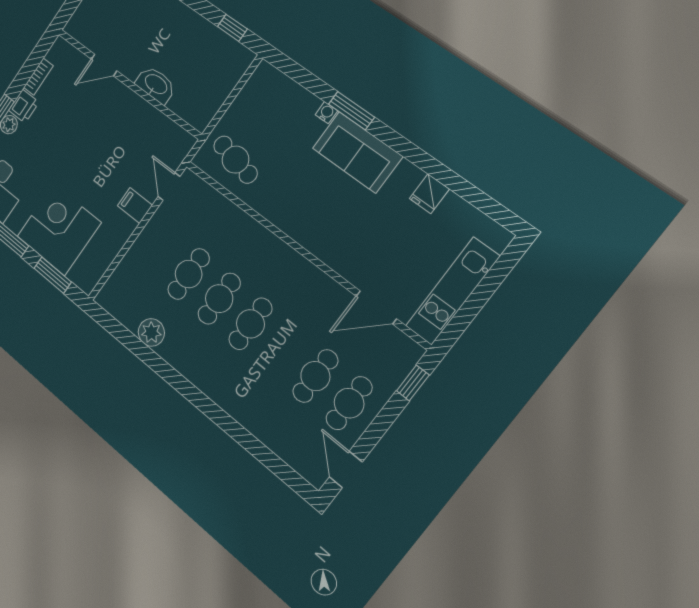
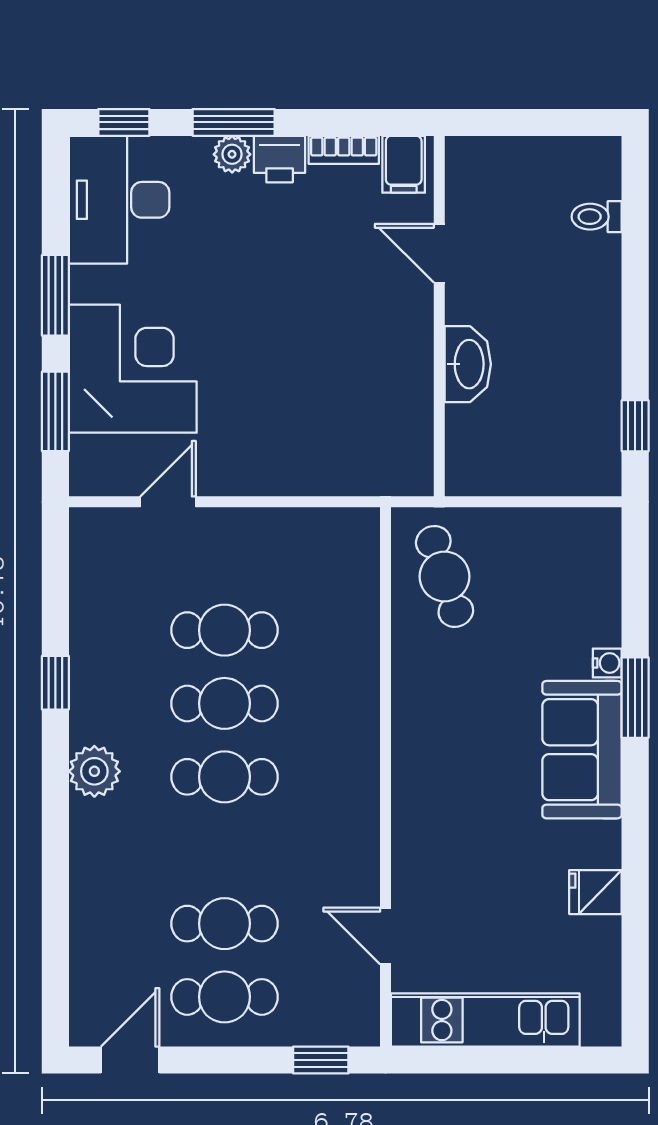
cafe table: (235, 160) -> (445, 576), turned -30
door: (169, 186) -> (168, 502), moved
filing cabinet: (135, 205) -> (404, 164), moved, turned 180
door: (376, 307) -> (386, 936), width x0.73
plant: (151, 332) -> (94, 771), moved
window: (158, 364) -> (55, 683), added

